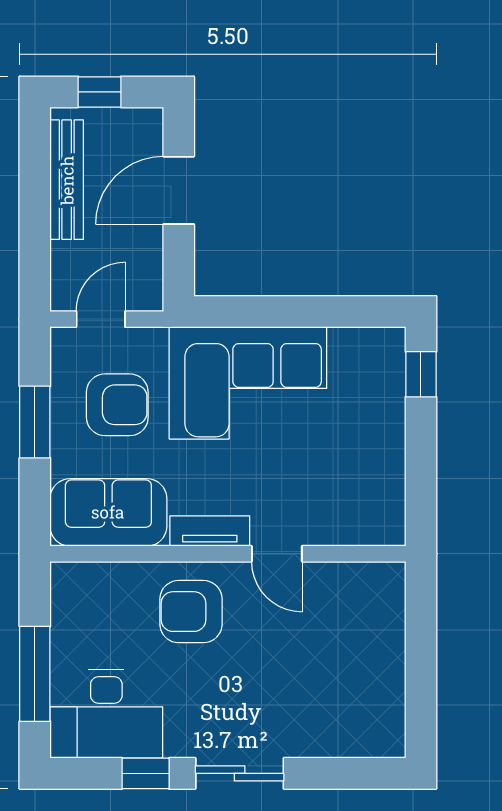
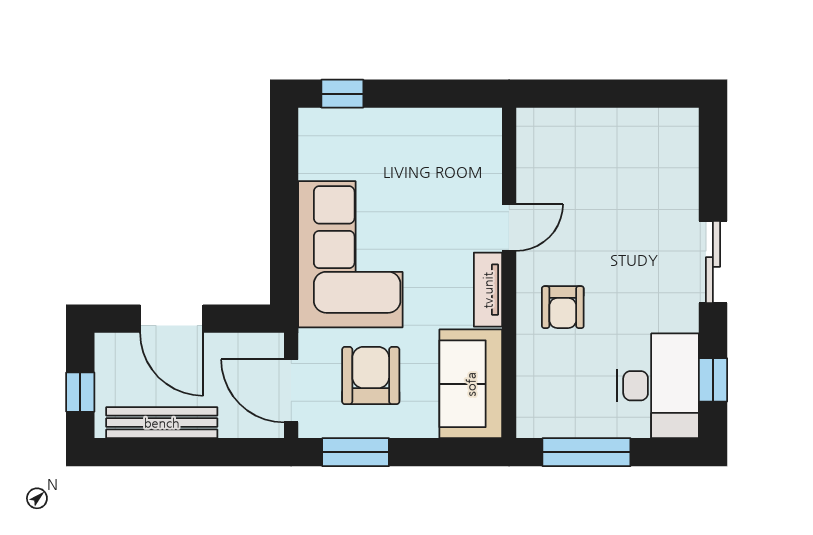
door: (101, 319) -> (291, 391), width x1.38
window: (35, 422) -> (356, 452), moved
armchair: (191, 612) -> (563, 307), width x0.72, depth x0.72
window: (35, 674) -> (586, 452), moved
window: (146, 773) -> (713, 380), moved

